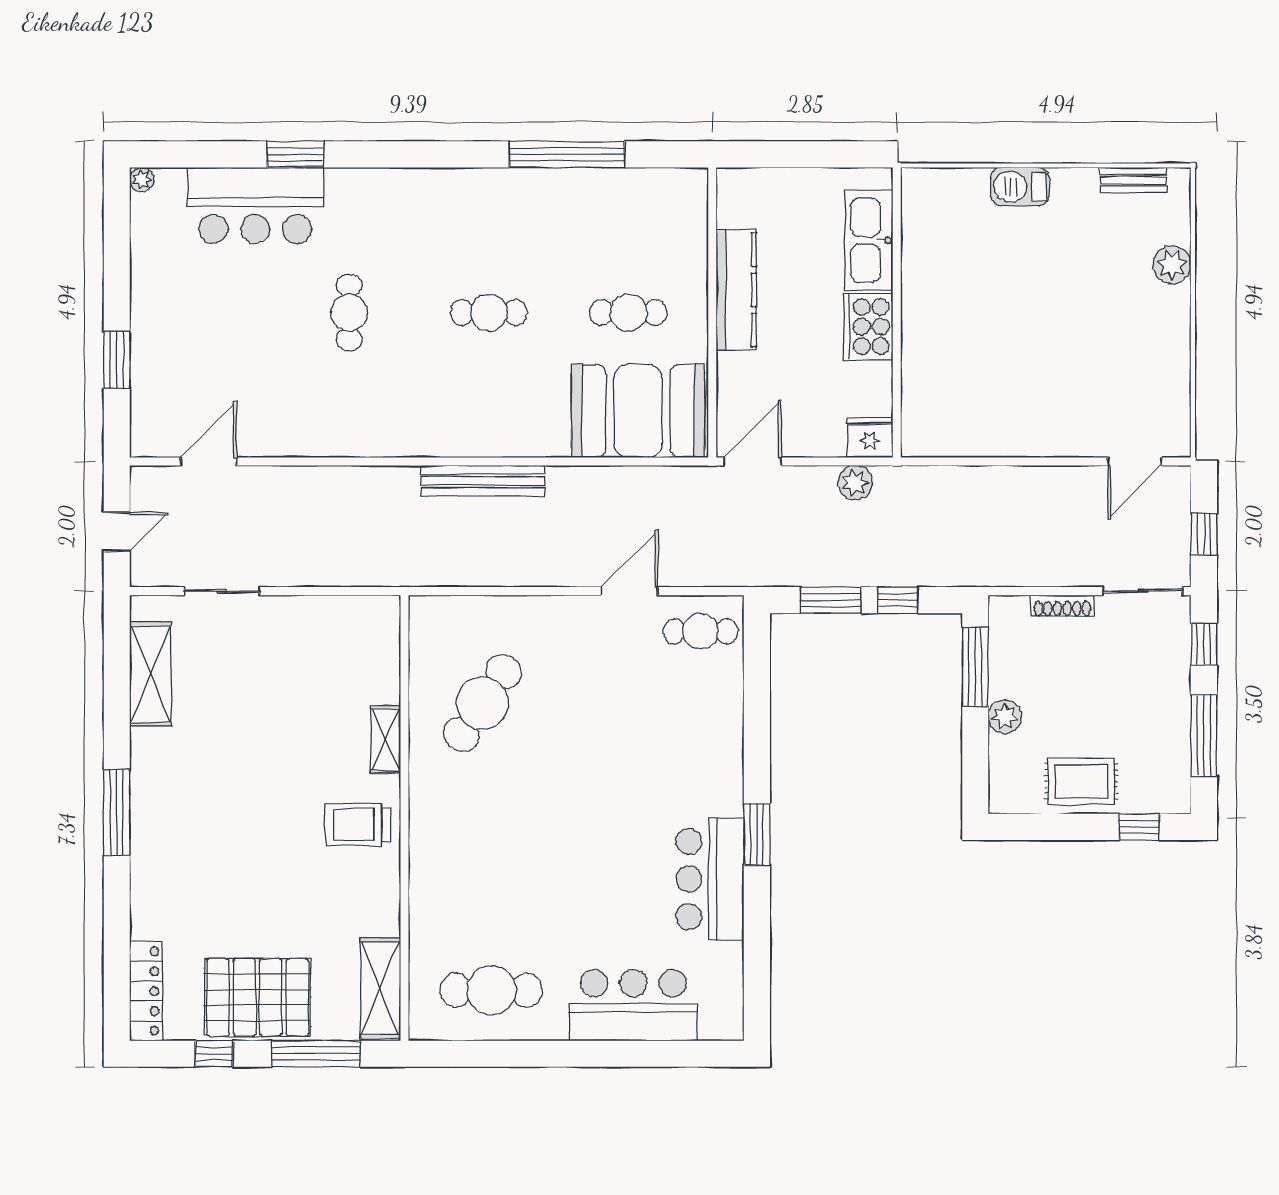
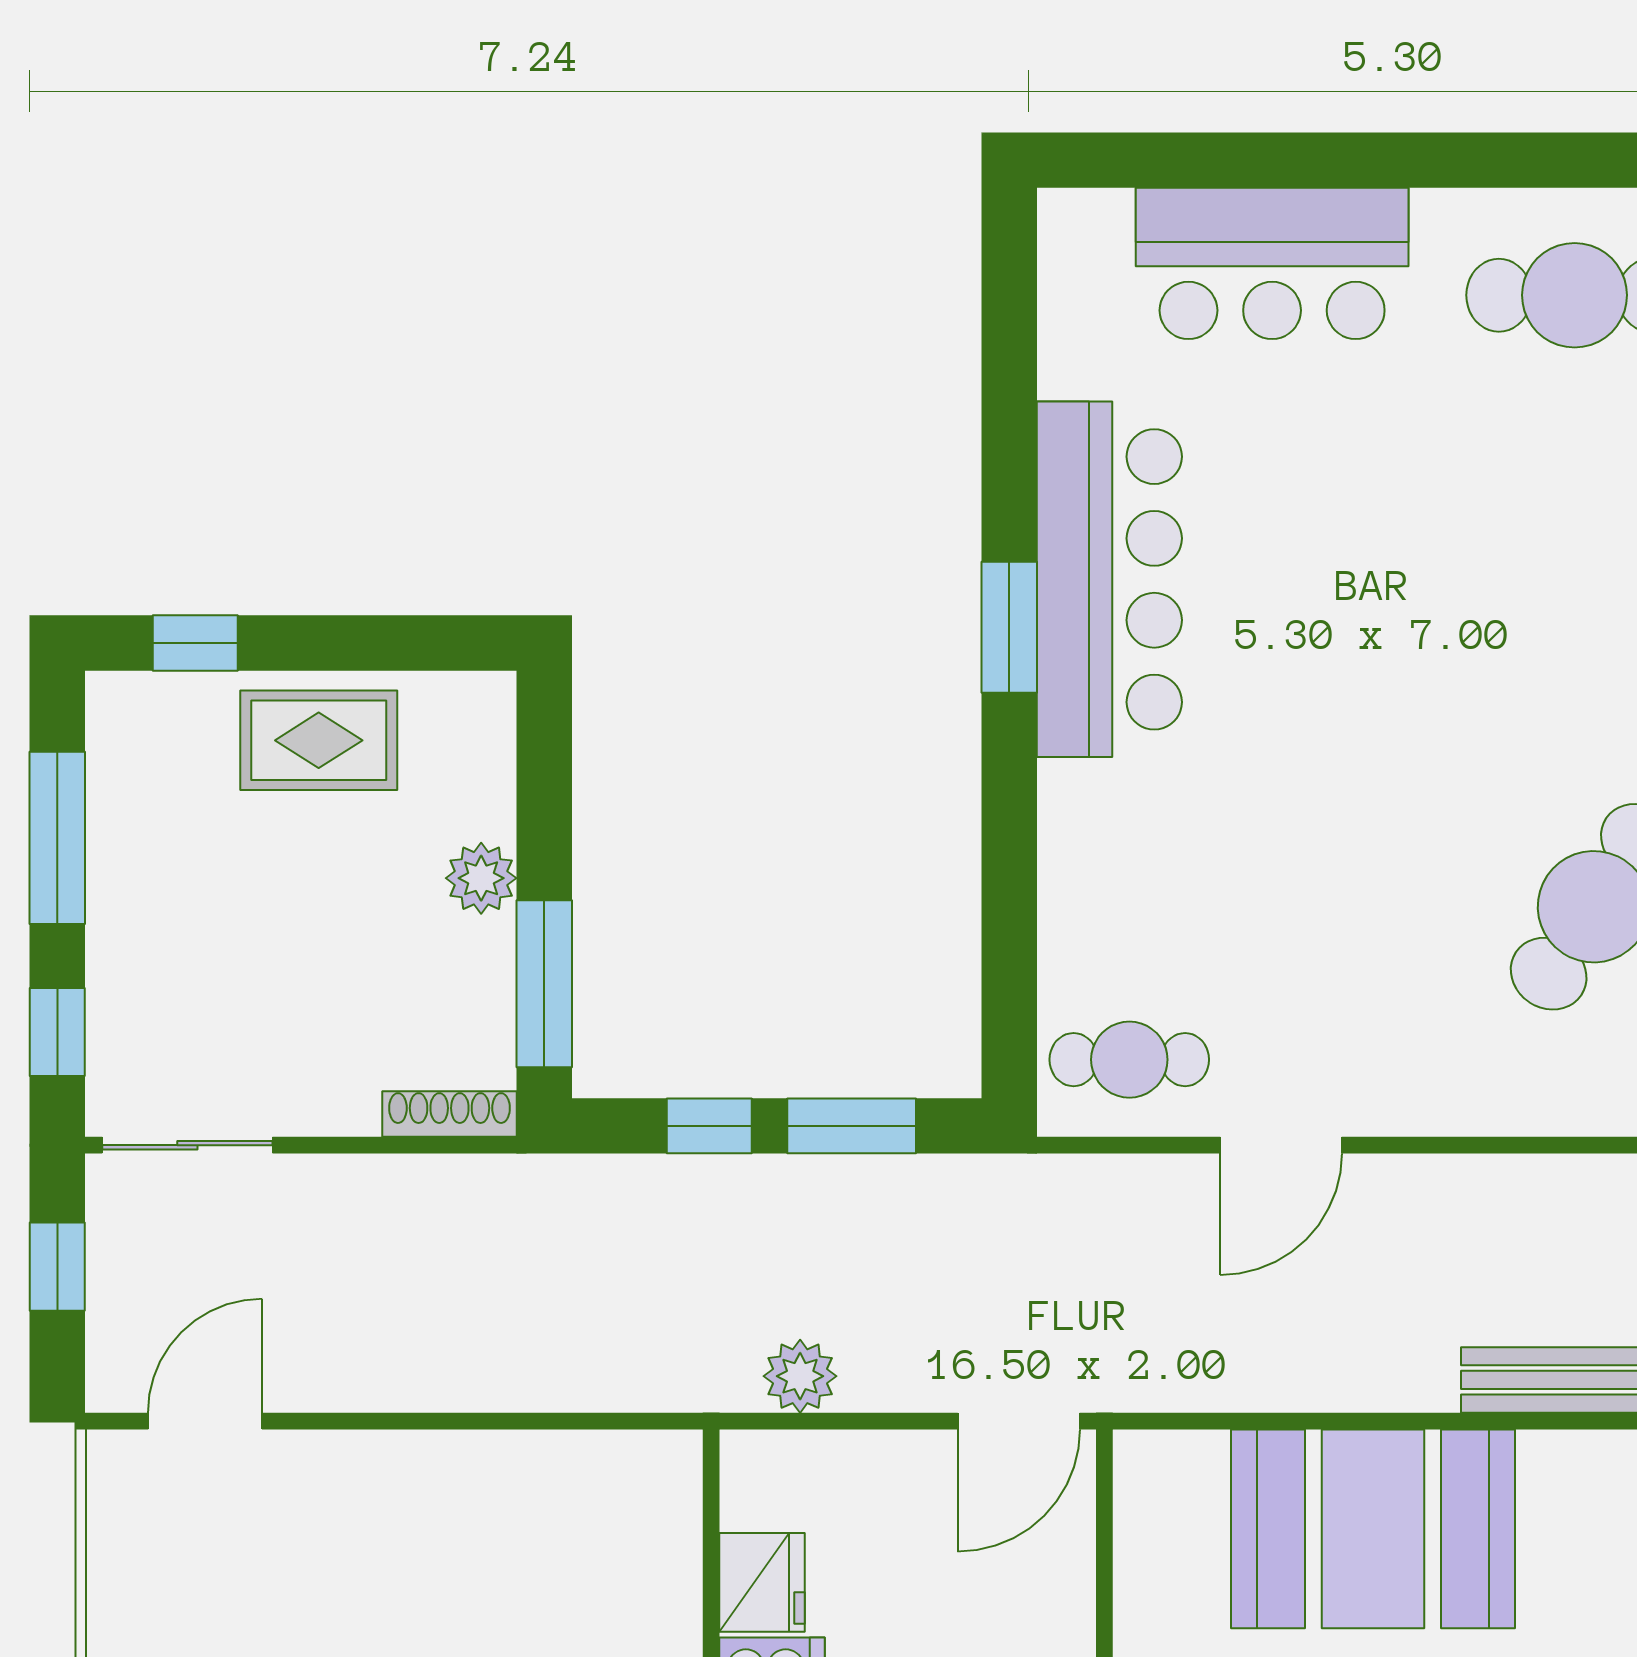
booth: (638, 411) -> (1373, 1529), moved
fridge: (870, 438) -> (762, 1582), moved, turned -90
shoe rack: (1062, 606) -> (449, 1114), moved
bar counter: (710, 879) -> (1109, 579), width x1.36

